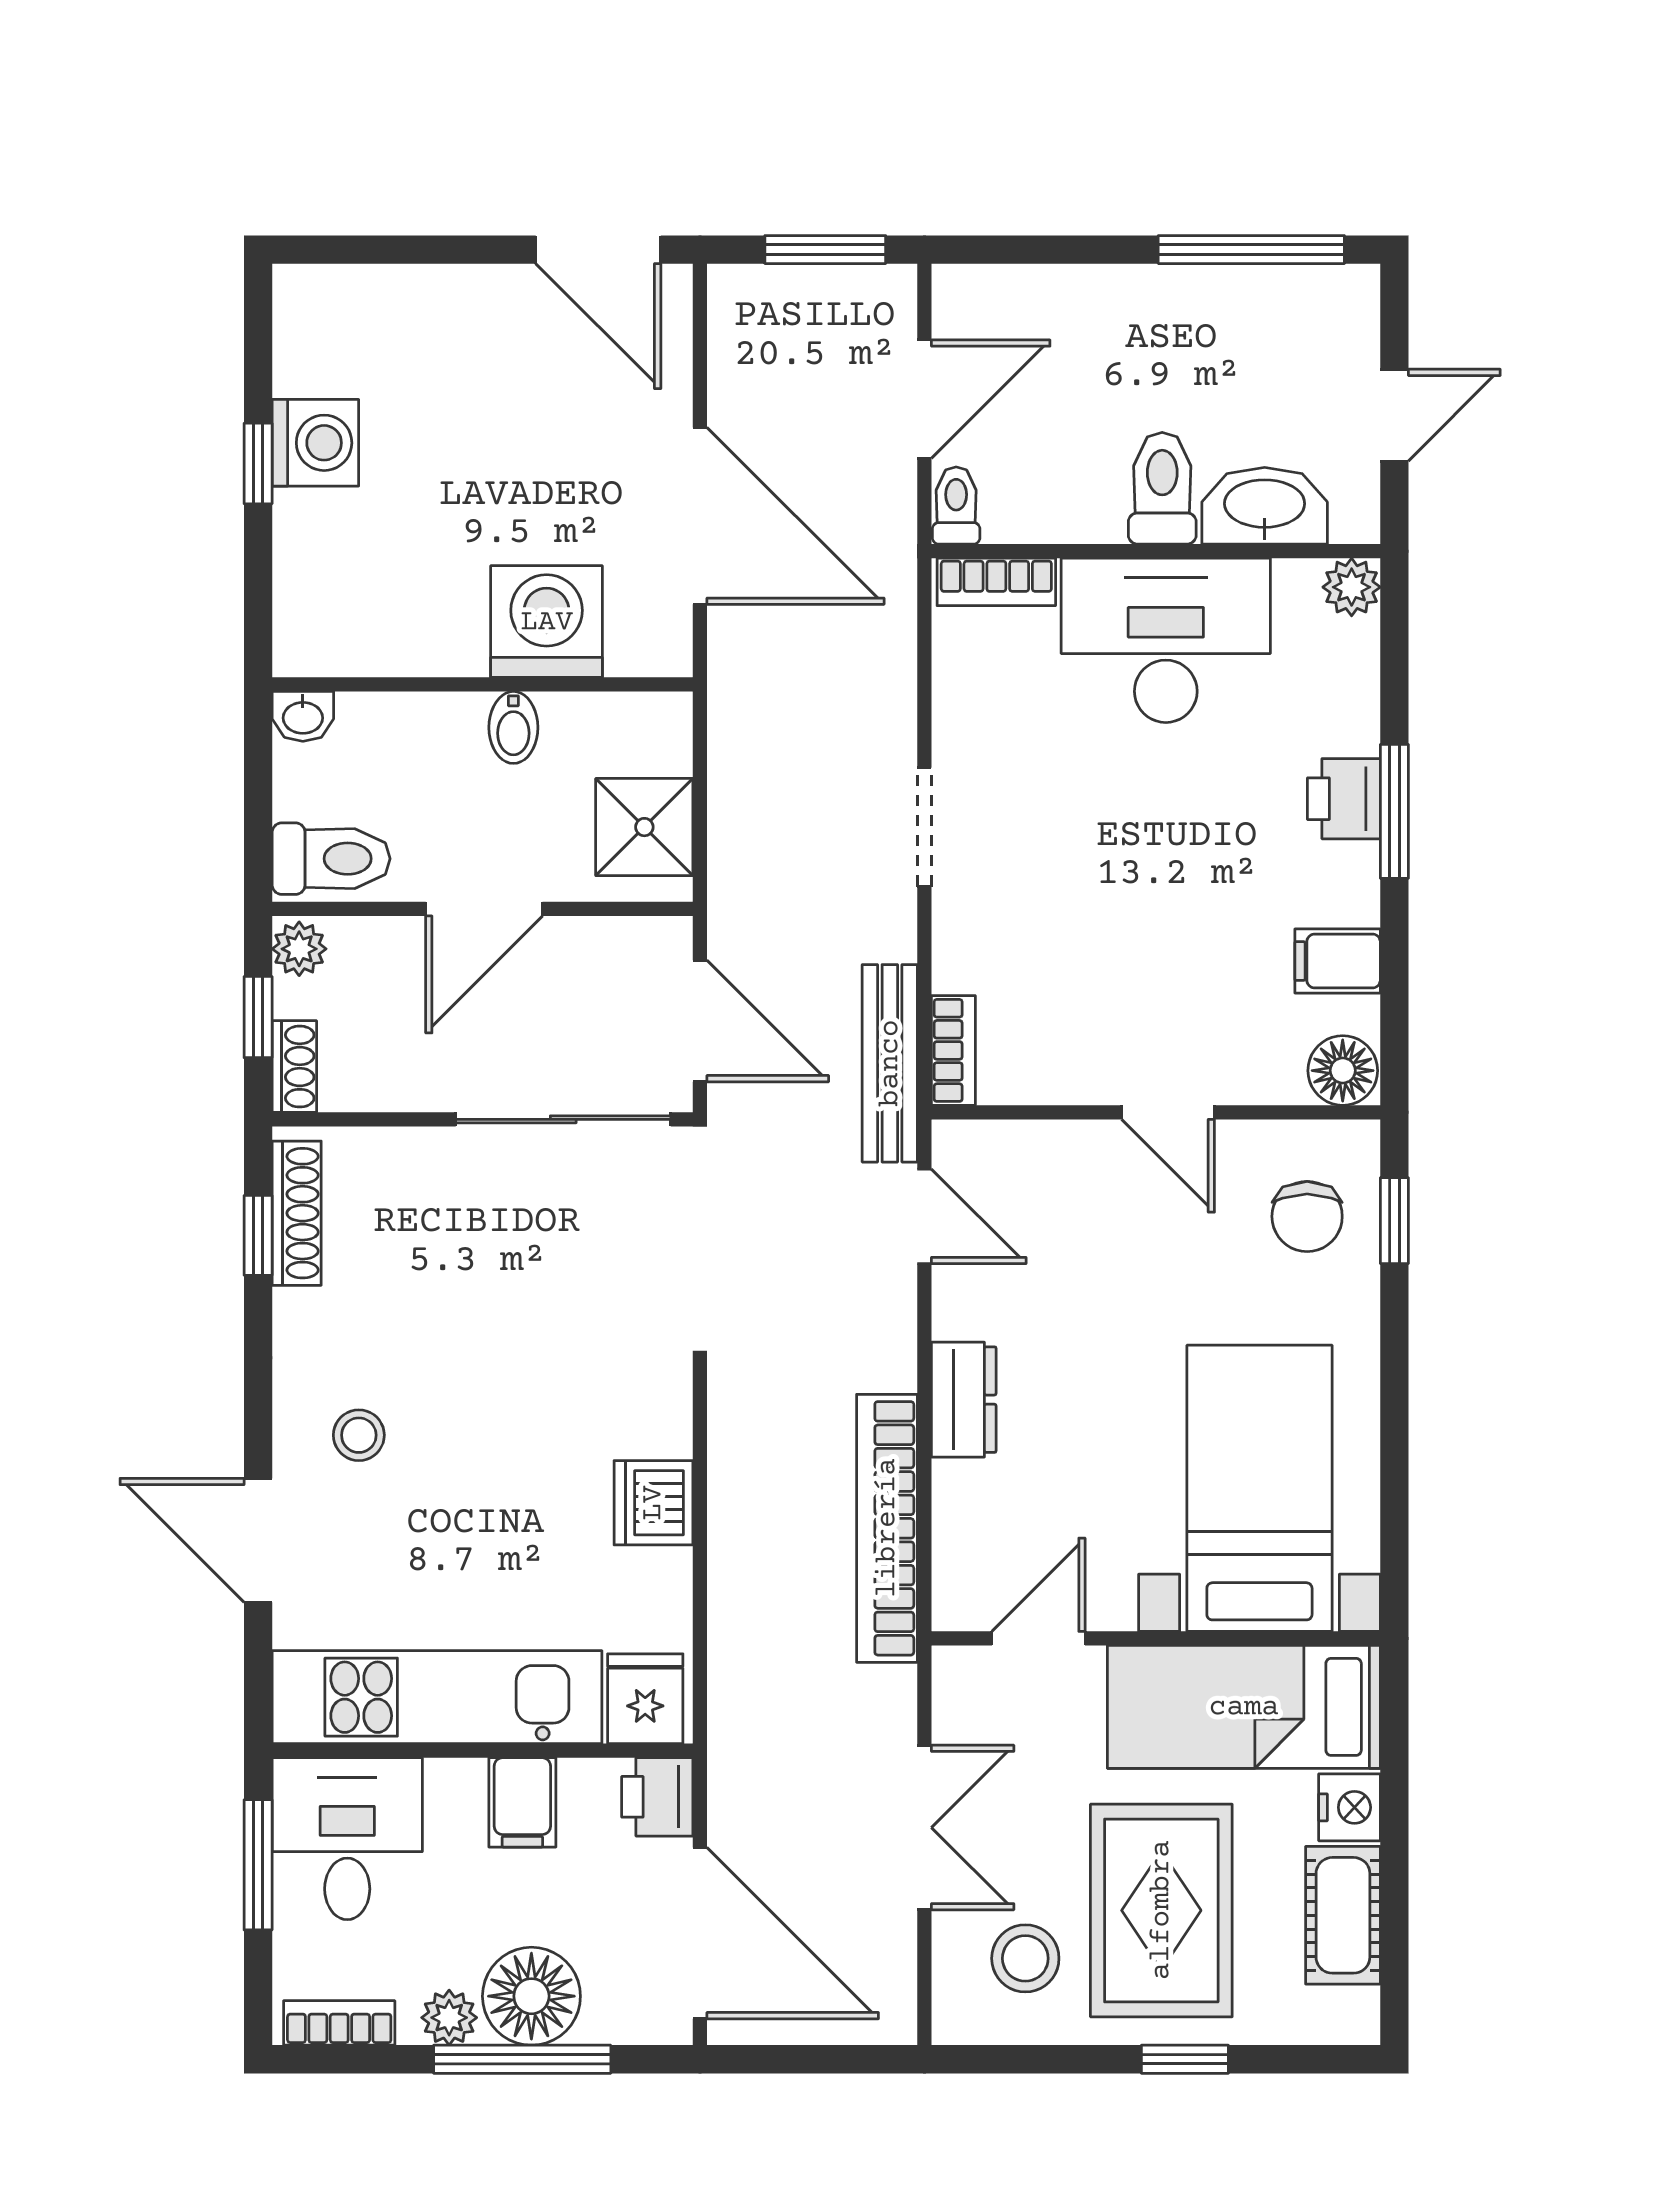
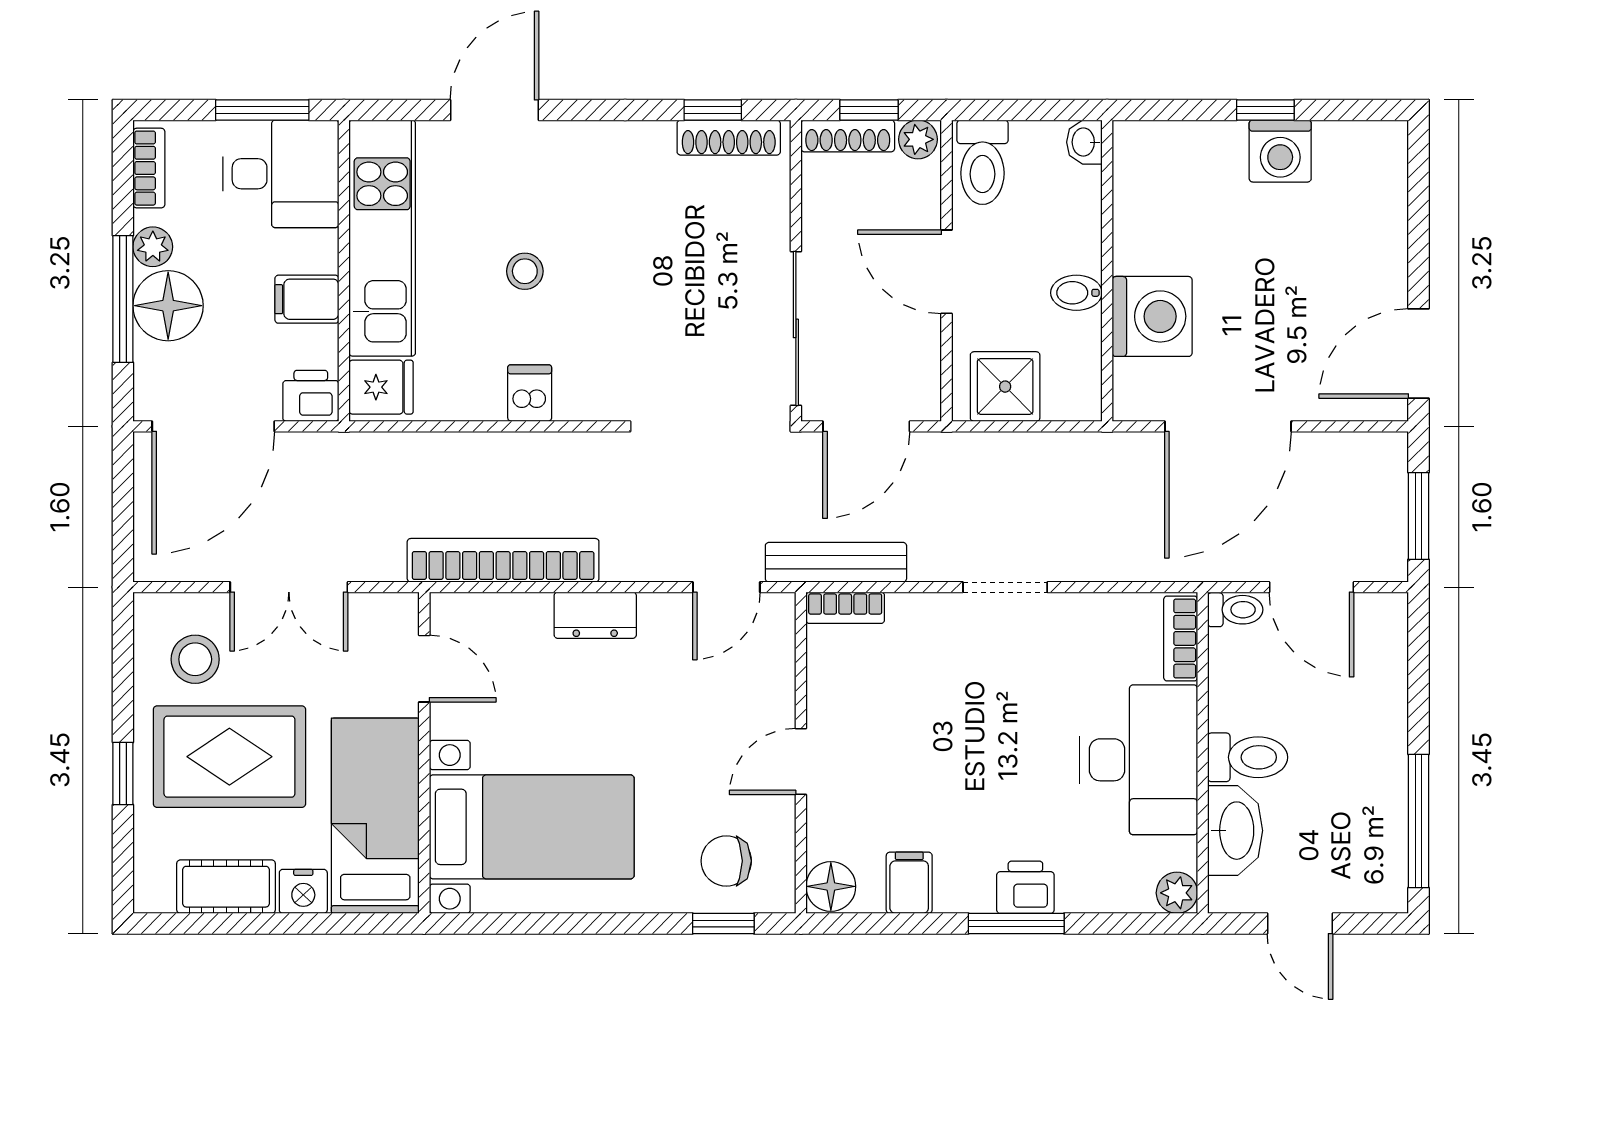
shoe rack: (294, 1067) -> (848, 136), width x1.43
stool: (359, 1435) -> (525, 271), moved
dishwasher: (653, 1503) -> (530, 393), width x0.73

